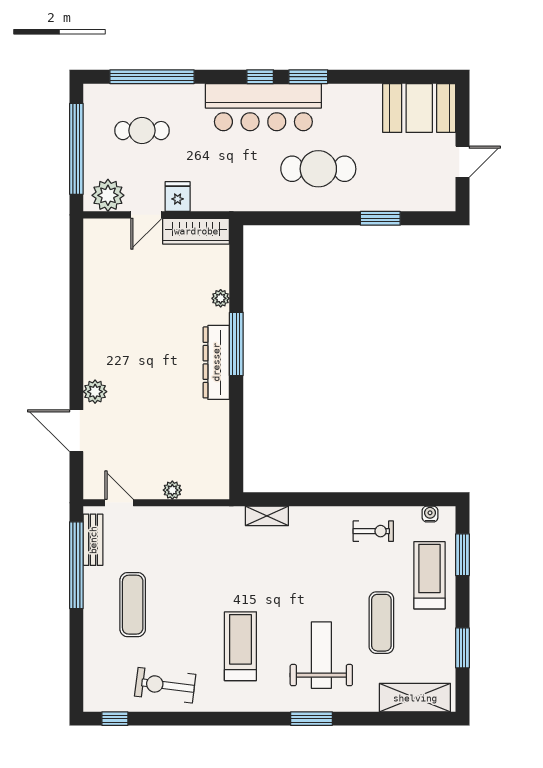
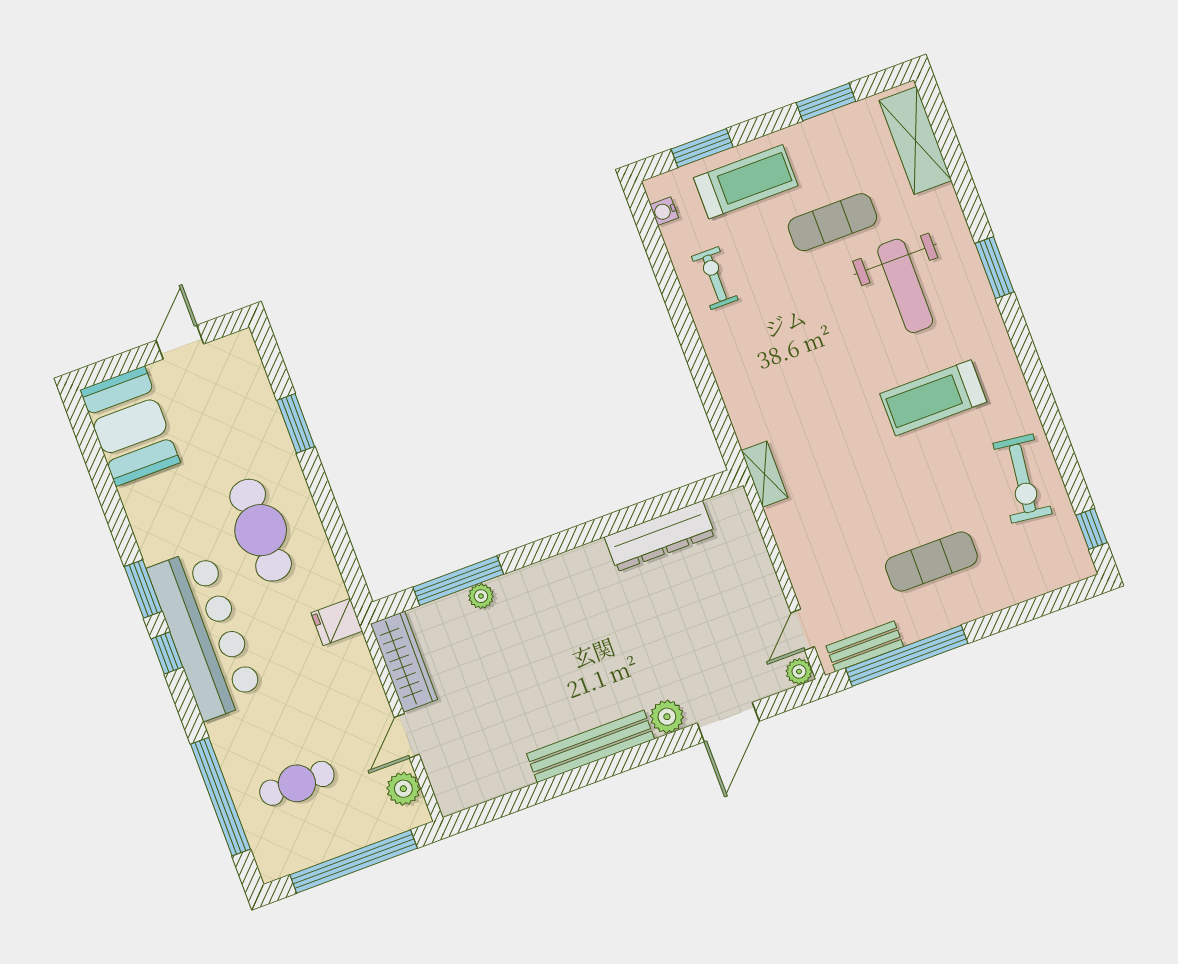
cafe table: (142, 131) -> (297, 783), turned 90
door: (462, 162) -> (180, 342), hinge flipped
plant: (108, 195) -> (403, 789), width x0.73, depth x0.73
fridge: (178, 197) -> (337, 622), moved
door: (146, 215) -> (407, 736), swing flipped
bench: (94, 334) -> (591, 746), added
window: (236, 344) -> (458, 581), moved
dresser: (216, 362) -> (660, 536), moved
plant: (172, 490) -> (799, 671), moved
shelving: (267, 516) -> (765, 474), moved
treadmill: (429, 575) -> (746, 182), turned 180
weight bench: (321, 655) -> (905, 286), turned -90

